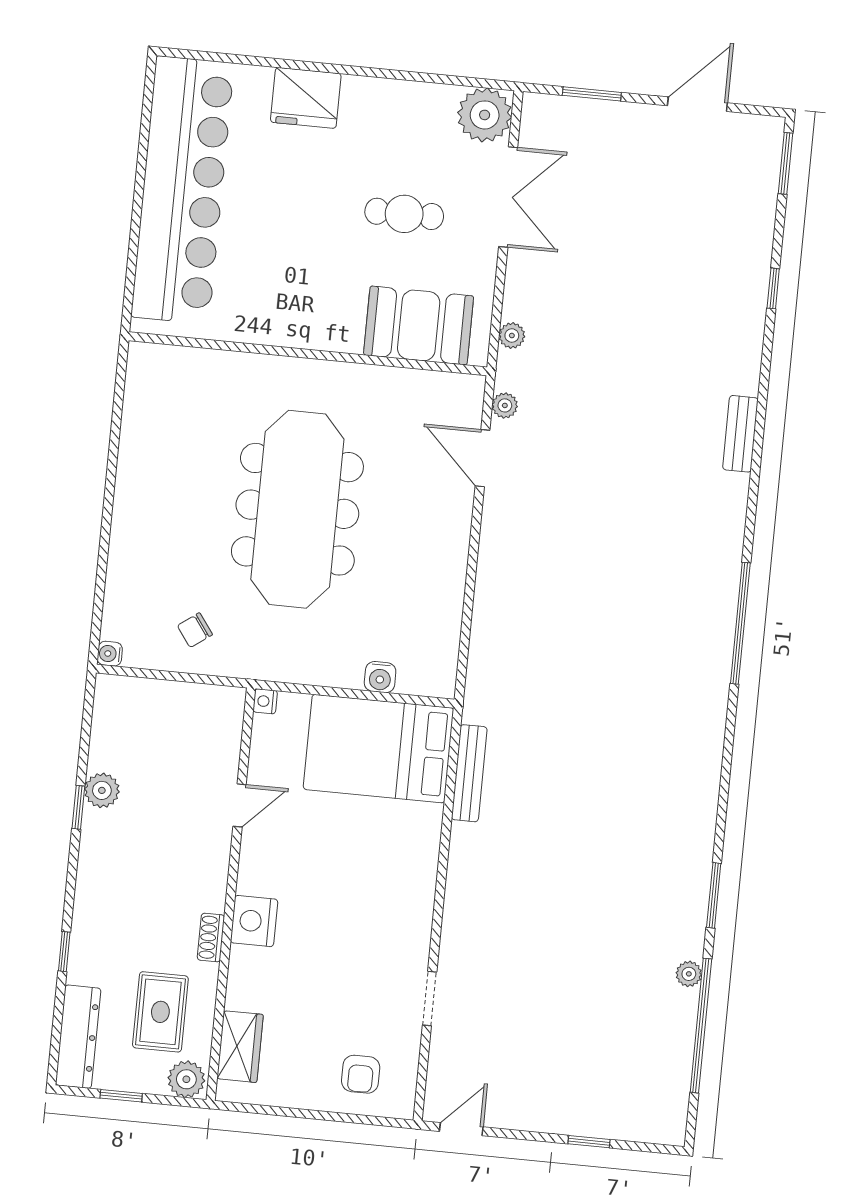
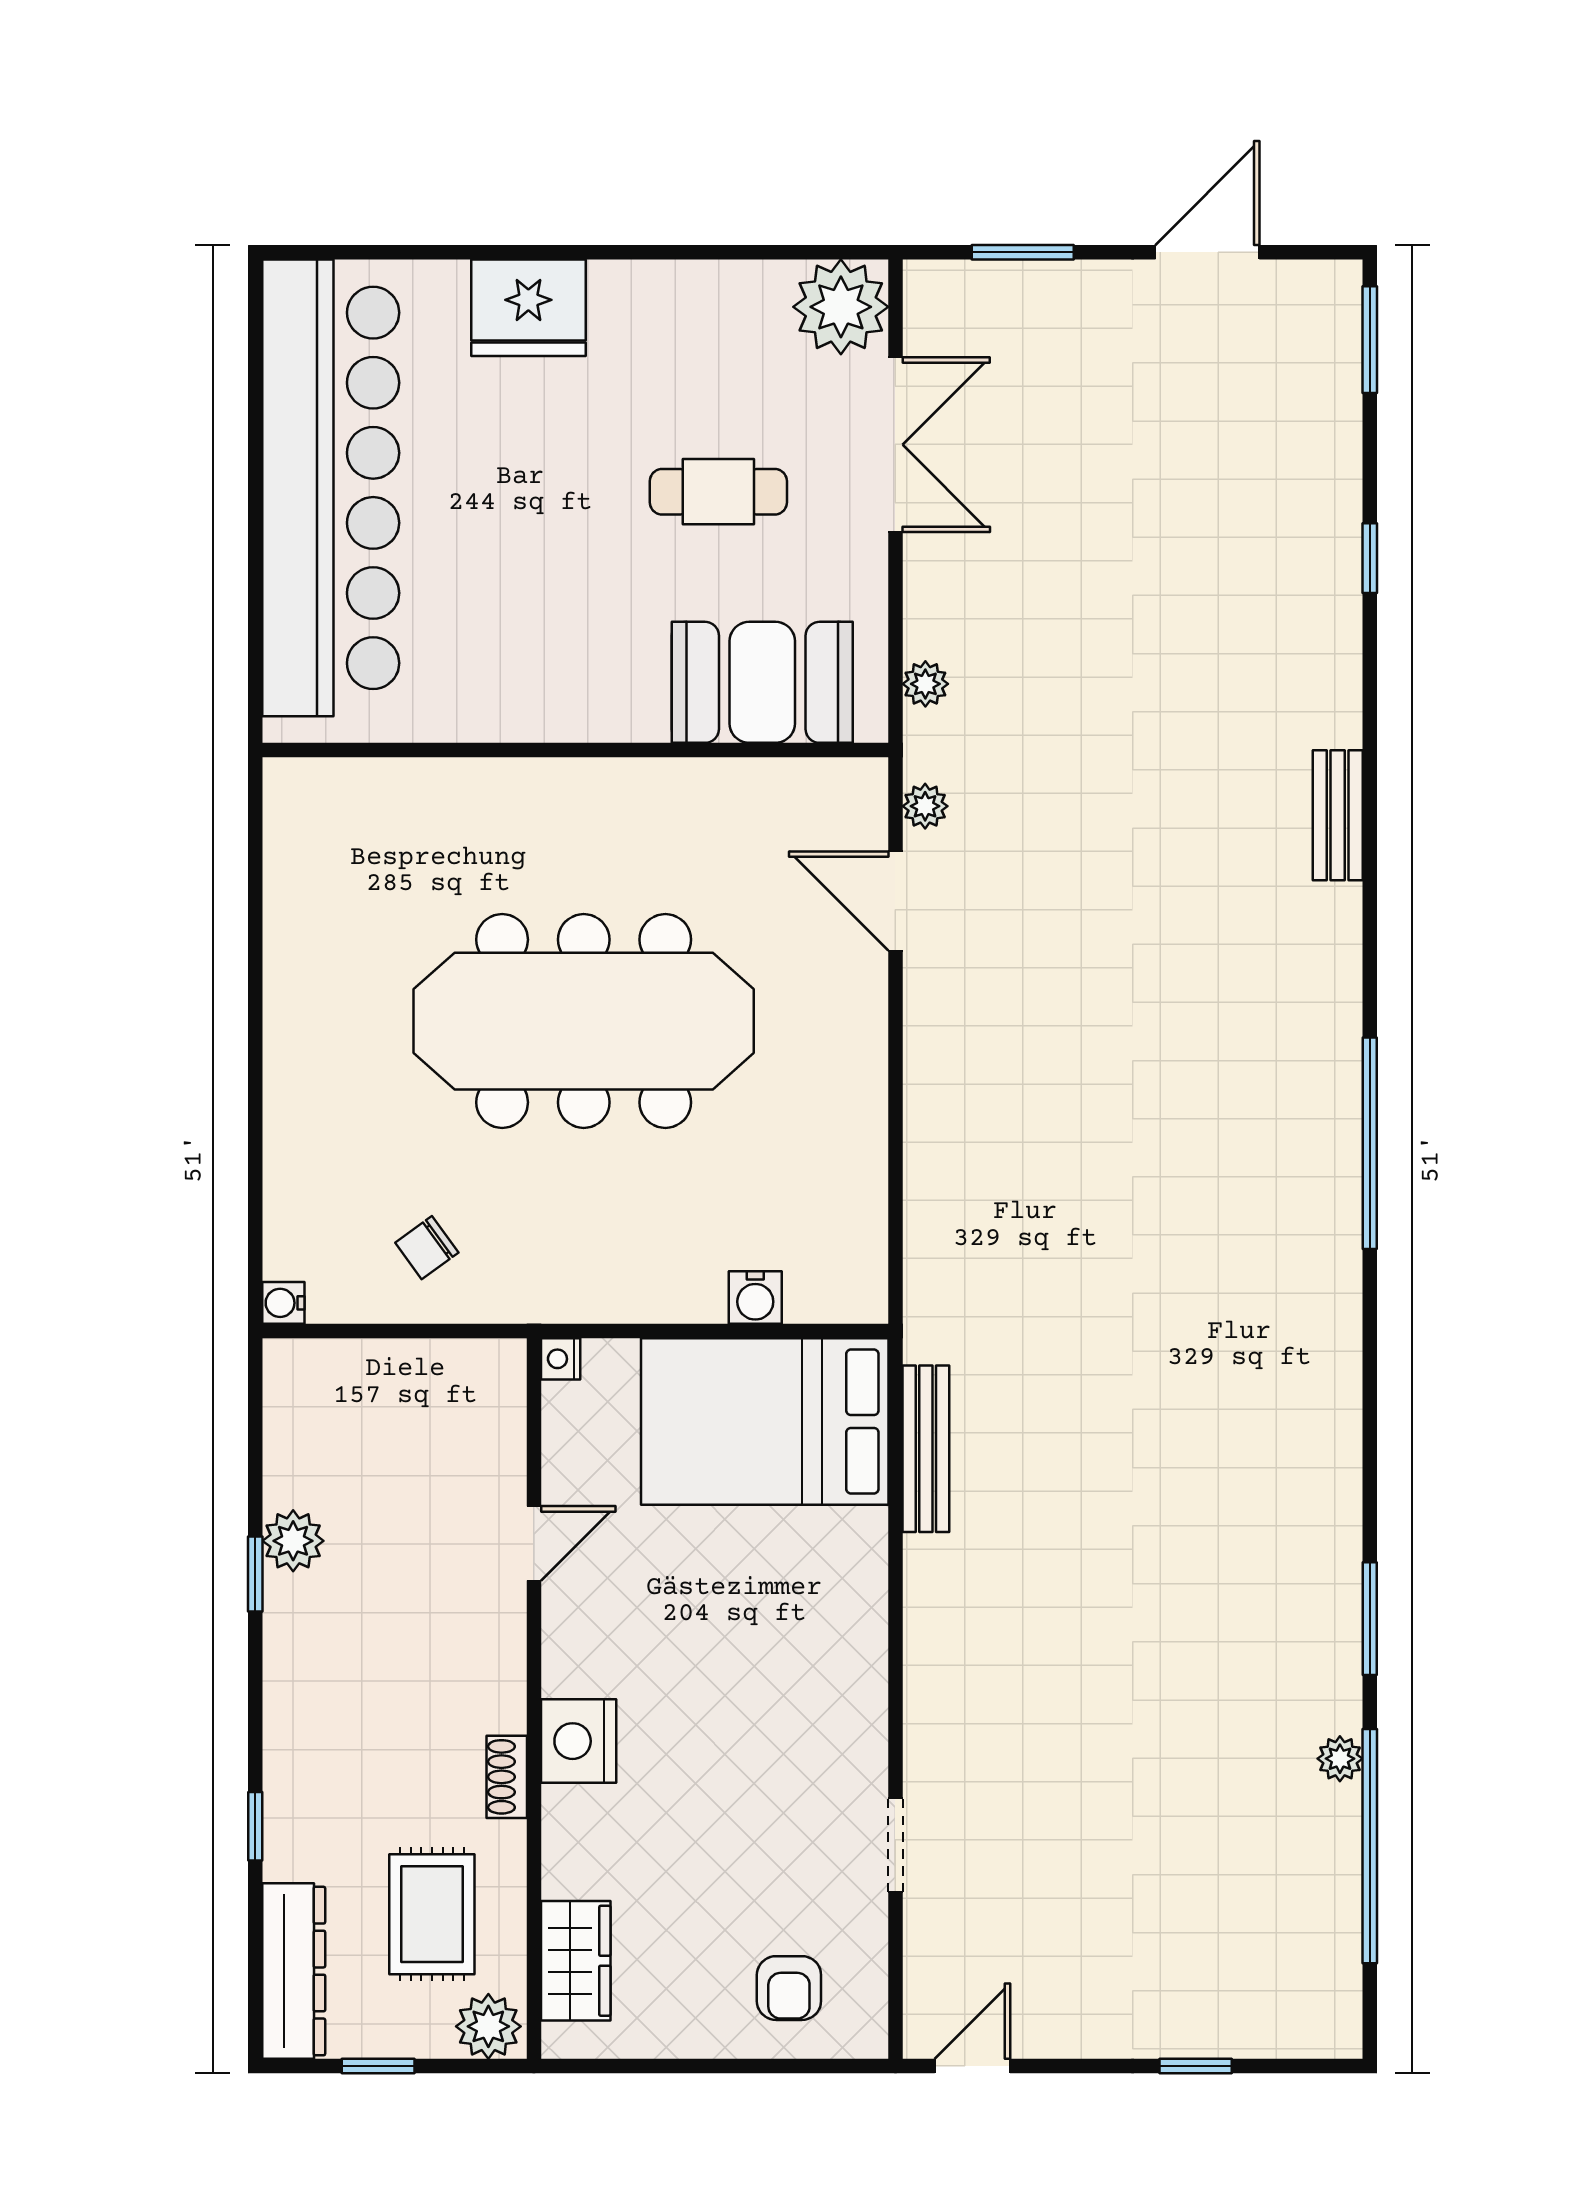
meeting table: (297, 509) -> (584, 1021), turned 90

